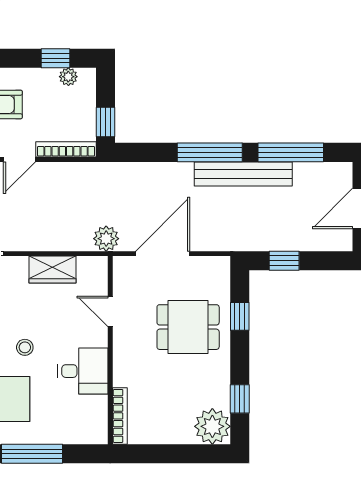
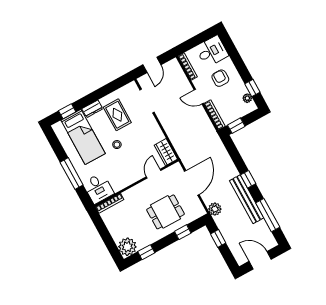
window: (210, 152) -> (248, 179), width x0.46
plant: (106, 239) -> (215, 209), moved
door: (163, 254) -> (192, 183), hinge flipped
wardrobe: (53, 270) -> (166, 152), moved
dining table: (188, 327) -> (165, 212), turned 90
desk: (83, 371) -> (98, 188), moved

